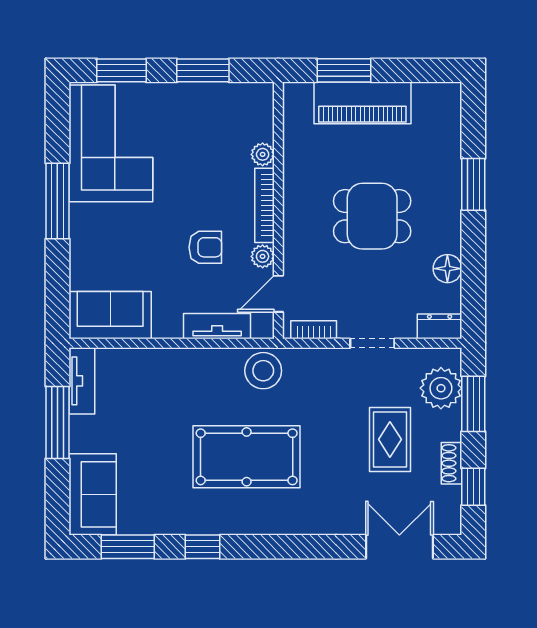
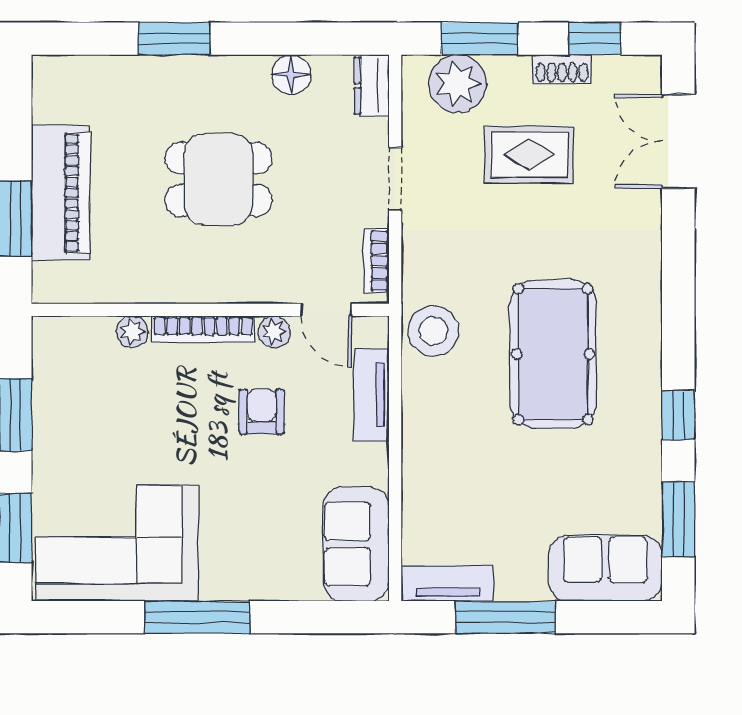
dining table: (372, 216) -> (218, 179), turned 90

